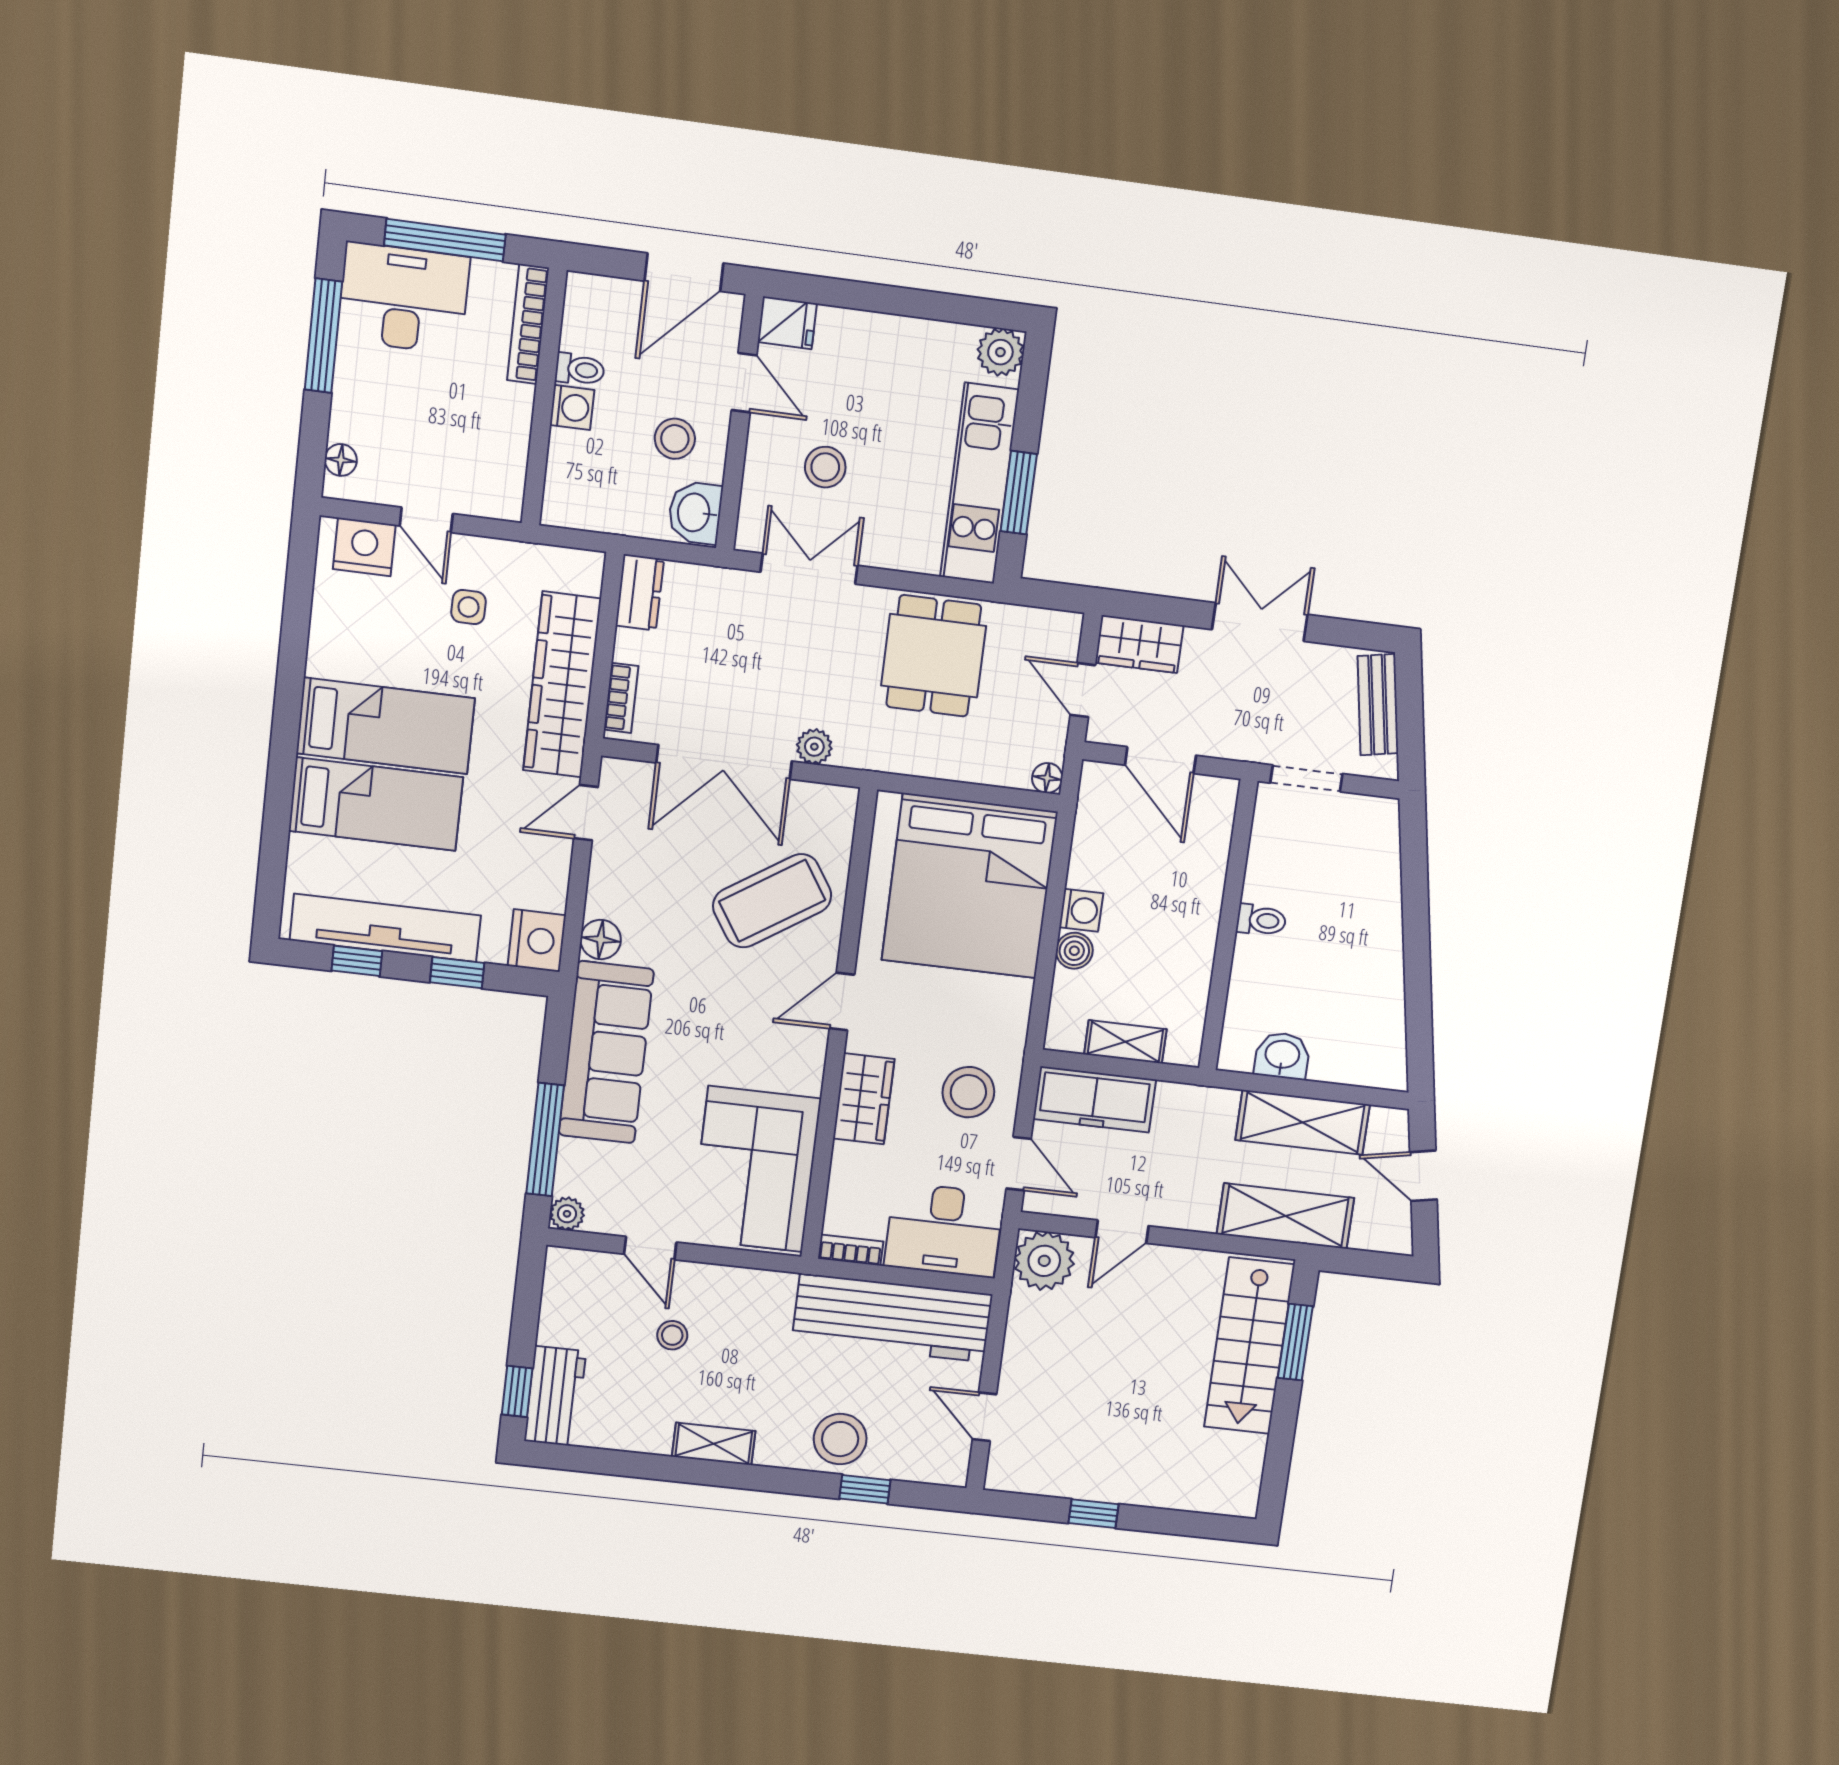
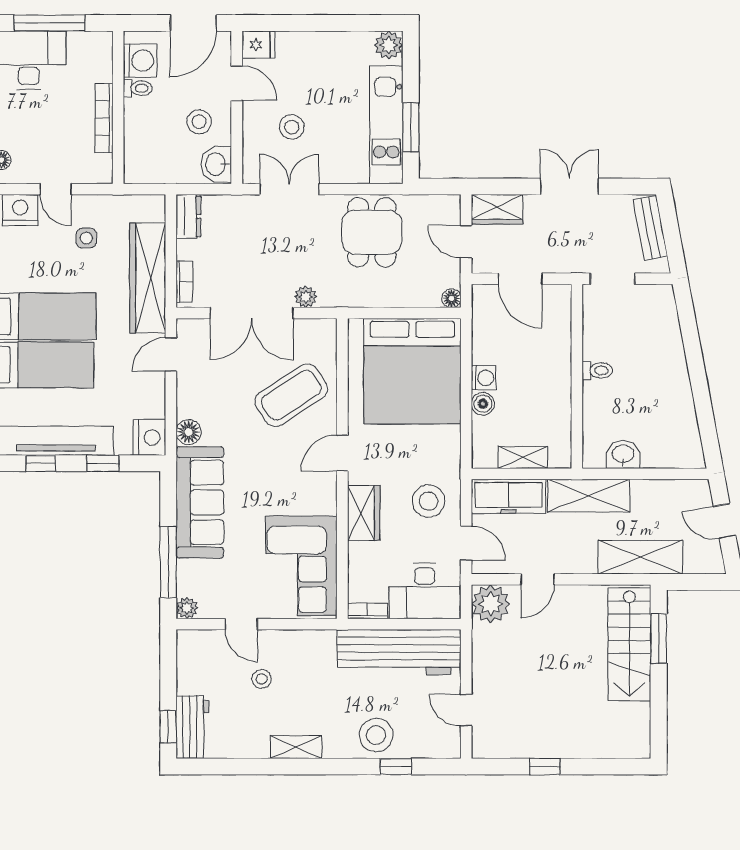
bookcase: (528, 324) -> (104, 118), moved
washing machine: (572, 407) -> (140, 61), moved, width x1.38, depth x1.38
shelving: (1303, 1122) -> (589, 496), moved

